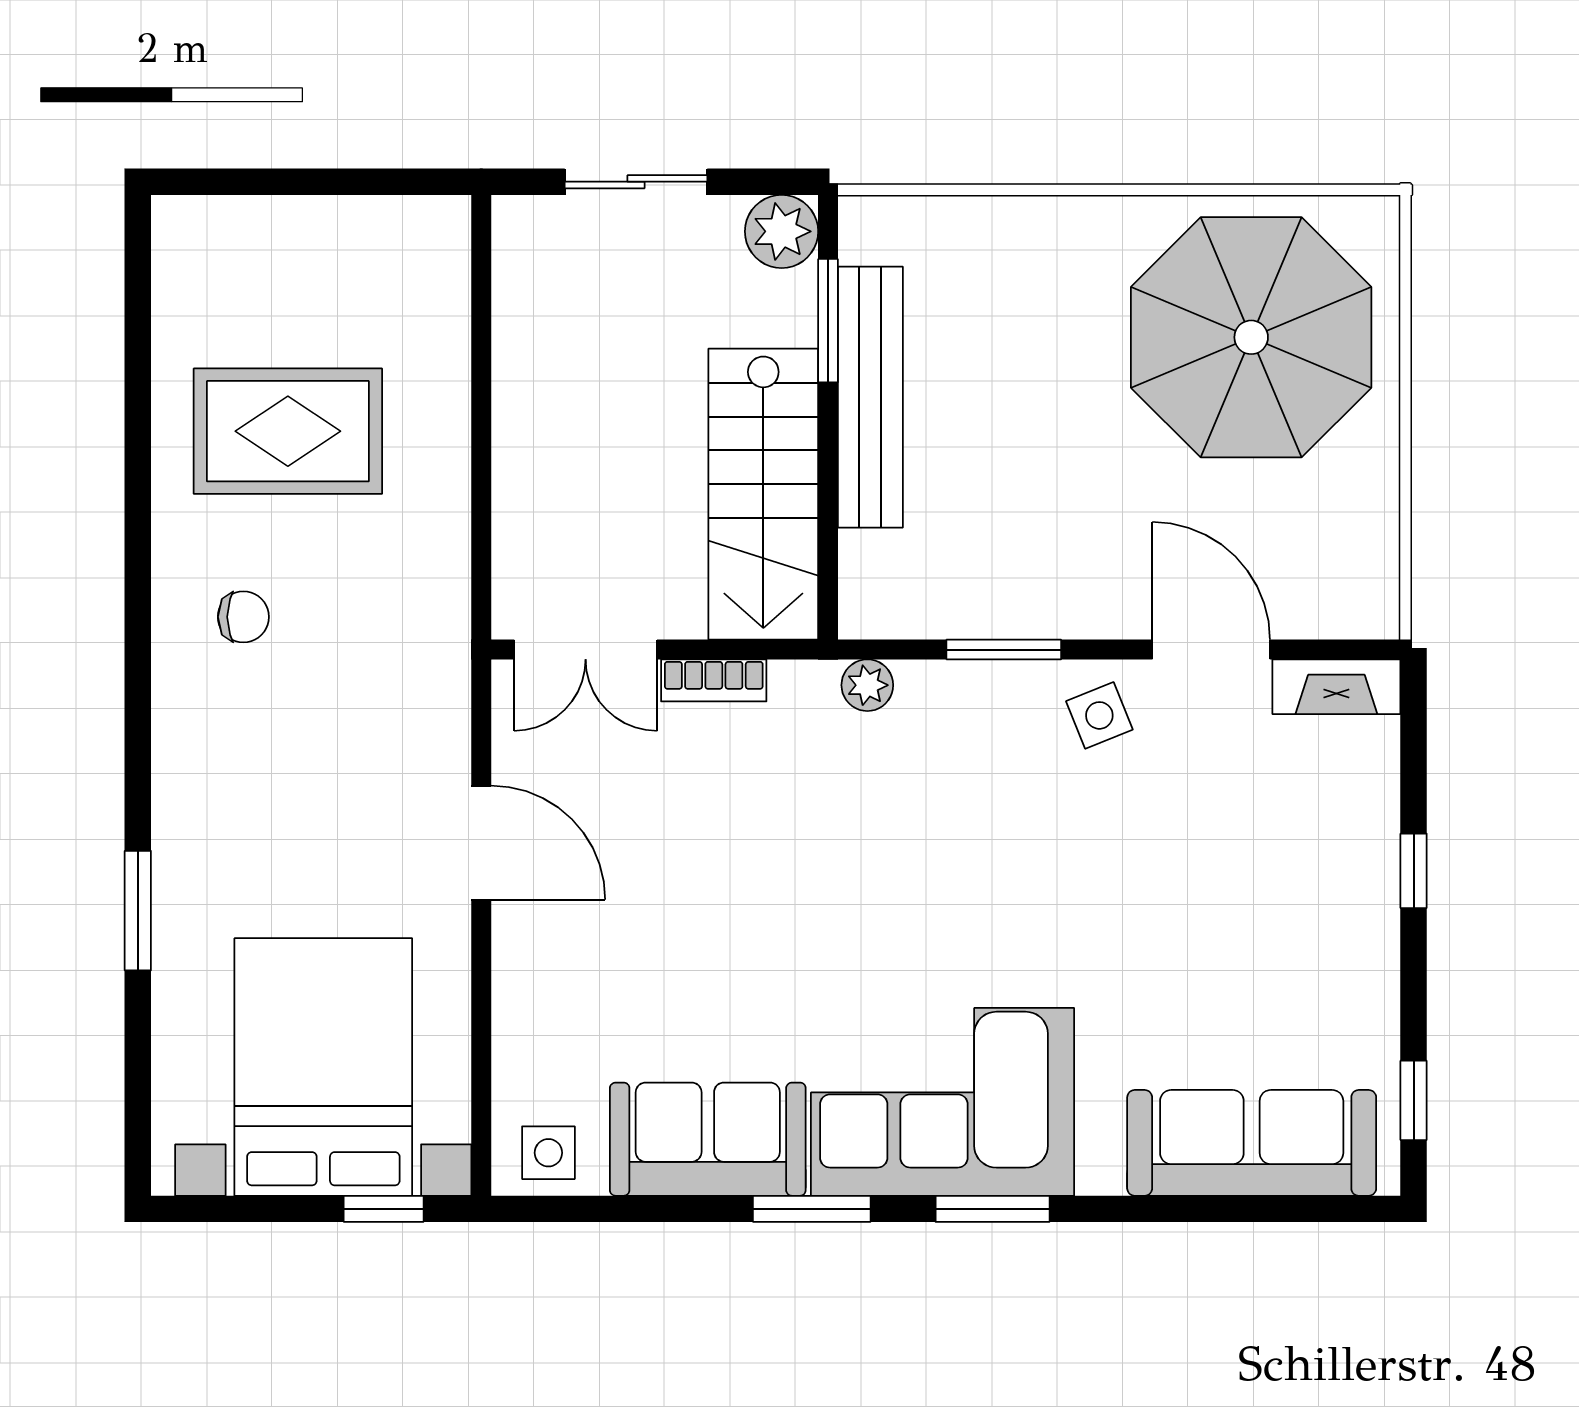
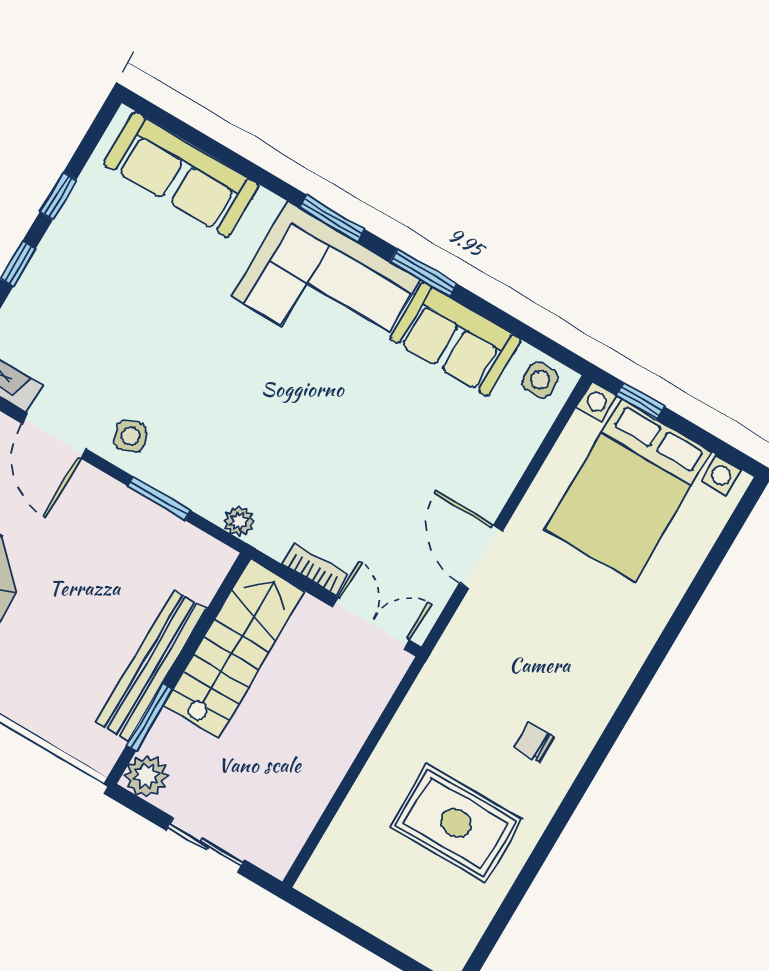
window: (138, 911) -> (675, 625), removed
window: (1414, 1100) -> (58, 196), moved

